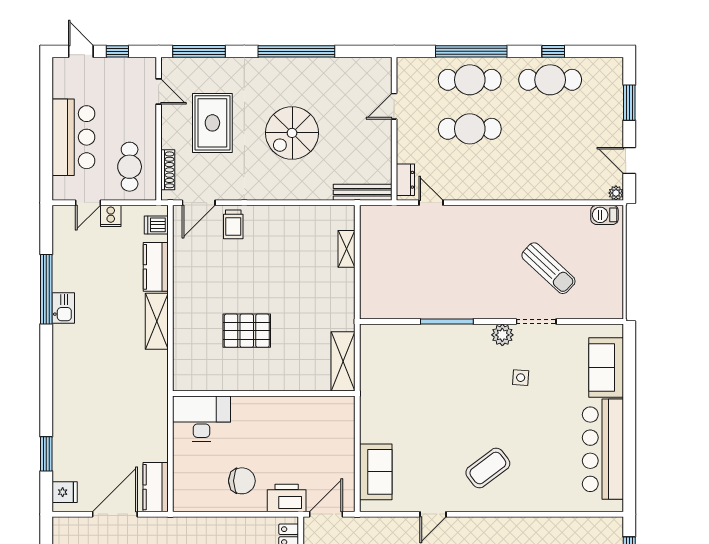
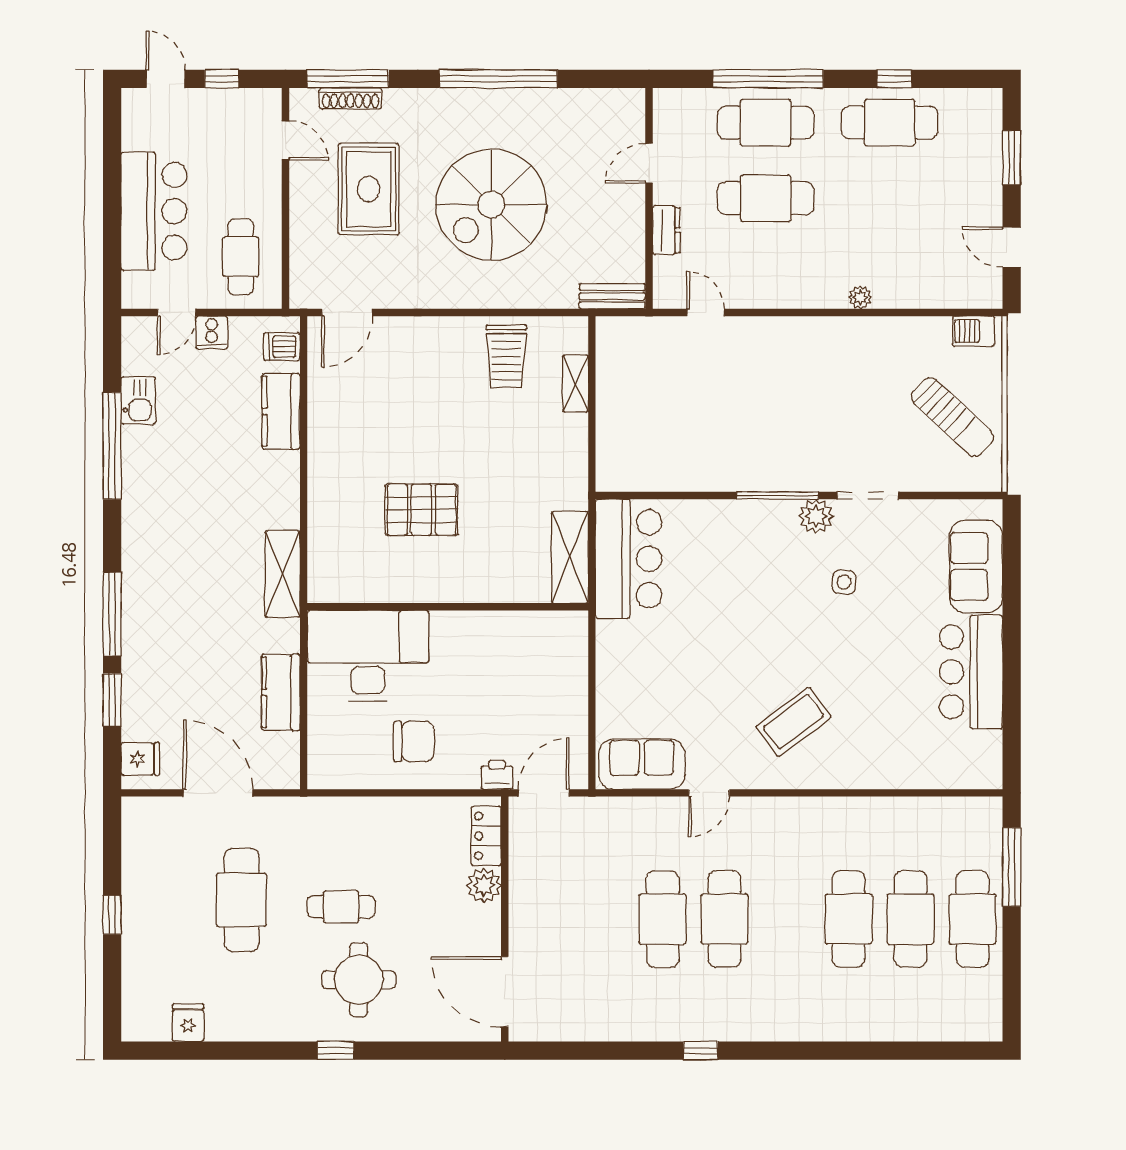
spiral stairs: (292, 133) -> (491, 205), width x1.37, depth x1.37
shoe rack: (168, 170) -> (351, 98), moved, turned 90
dresser: (405, 180) -> (666, 230), moved
bench: (363, 192) -> (612, 296), width x0.73
plant: (616, 193) -> (860, 297), moved
trolley: (233, 224) -> (506, 356), moved, width x1.36, depth x1.39
sun lounger: (548, 268) -> (952, 417), moved
kitchen sink: (63, 308) -> (138, 401), moved
shelving: (157, 321) -> (283, 574), moved
window: (447, 322) -> (777, 496), moved
bar counter: (381, 362) -> (629, 559), added
window: (46, 398) -> (112, 614), added
desk: (201, 418) -> (368, 656), width x1.36, depth x1.30
bar counter: (603, 449) -> (971, 672), width x0.73
sofa: (376, 472) -> (642, 764), moved, turned -90
kitchen counter: (156, 487) -> (281, 692), moved
printer: (287, 498) -> (497, 775), width x0.53, depth x0.68
door: (115, 514) -> (218, 793), hinge flipped

